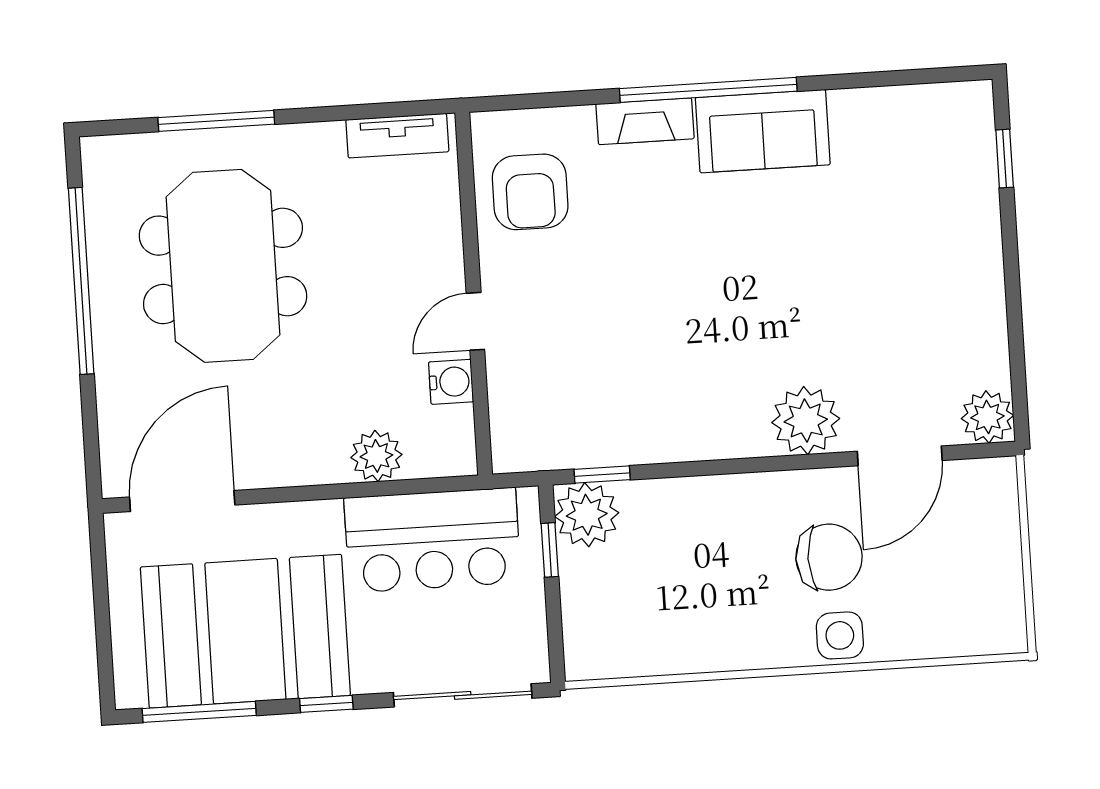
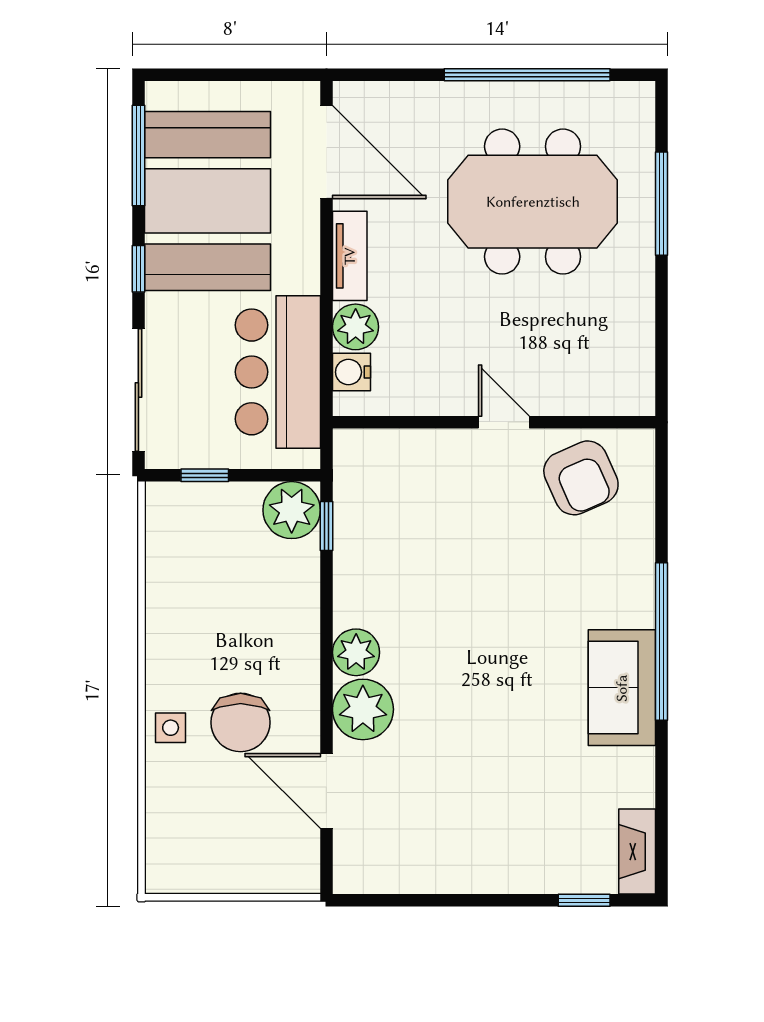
fireplace: (645, 121) -> (637, 852), moved
tv unit: (397, 136) -> (350, 256), moved, turned 180
armchair: (530, 192) -> (581, 478), turned -114
door: (475, 321) -> (504, 422), moved
water cooler: (451, 382) -> (351, 372), moved, turned 90
plant: (987, 417) -> (356, 652), moved
window: (550, 550) -> (205, 475), moved
side table: (840, 635) -> (171, 728), width x0.73, depth x0.73

